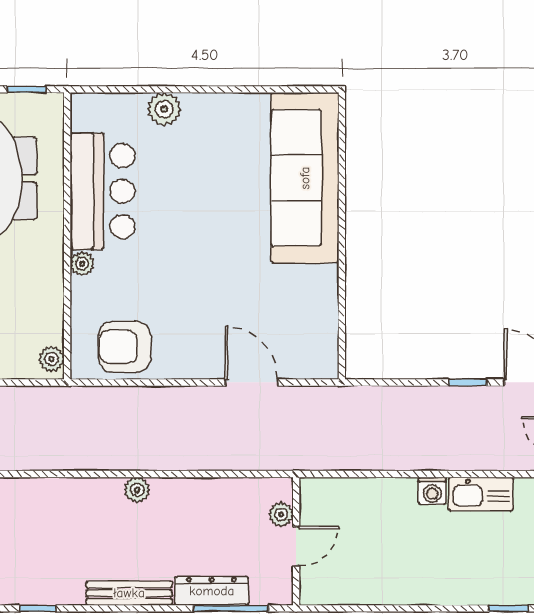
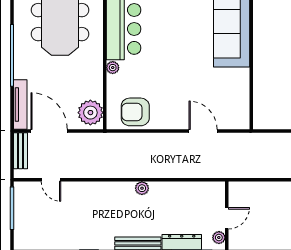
plant: (51, 359) -> (90, 113), width x1.87, depth x1.87
plant: (281, 514) -> (219, 238), moved

